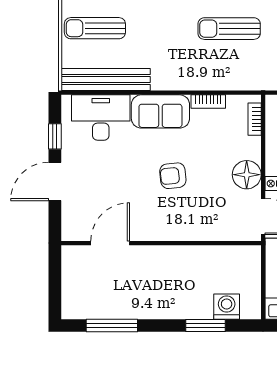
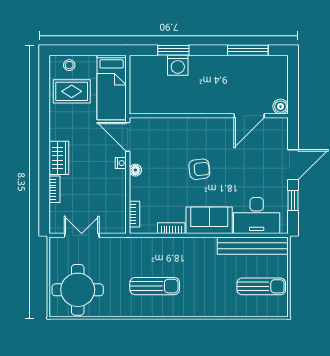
floor lamp: (247, 175) -> (135, 170), width x0.53, depth x0.53
boiler: (71, 255) -> (281, 107), added
washing machine: (227, 307) -> (178, 65), moved

